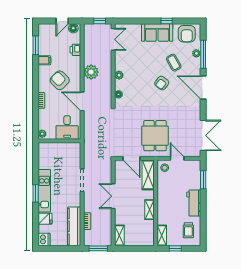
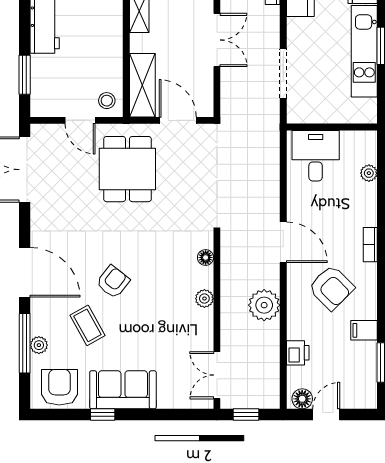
desk: (67, 127) -> (316, 156), moved
wall: (59, 141) -> (332, 127), moved

